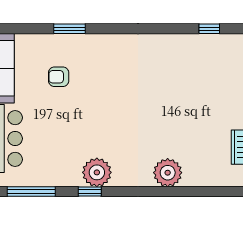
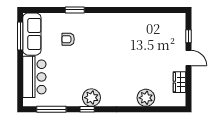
window: (209, 29) -> (160, 10), removed
plant: (168, 173) -> (146, 98), moved

